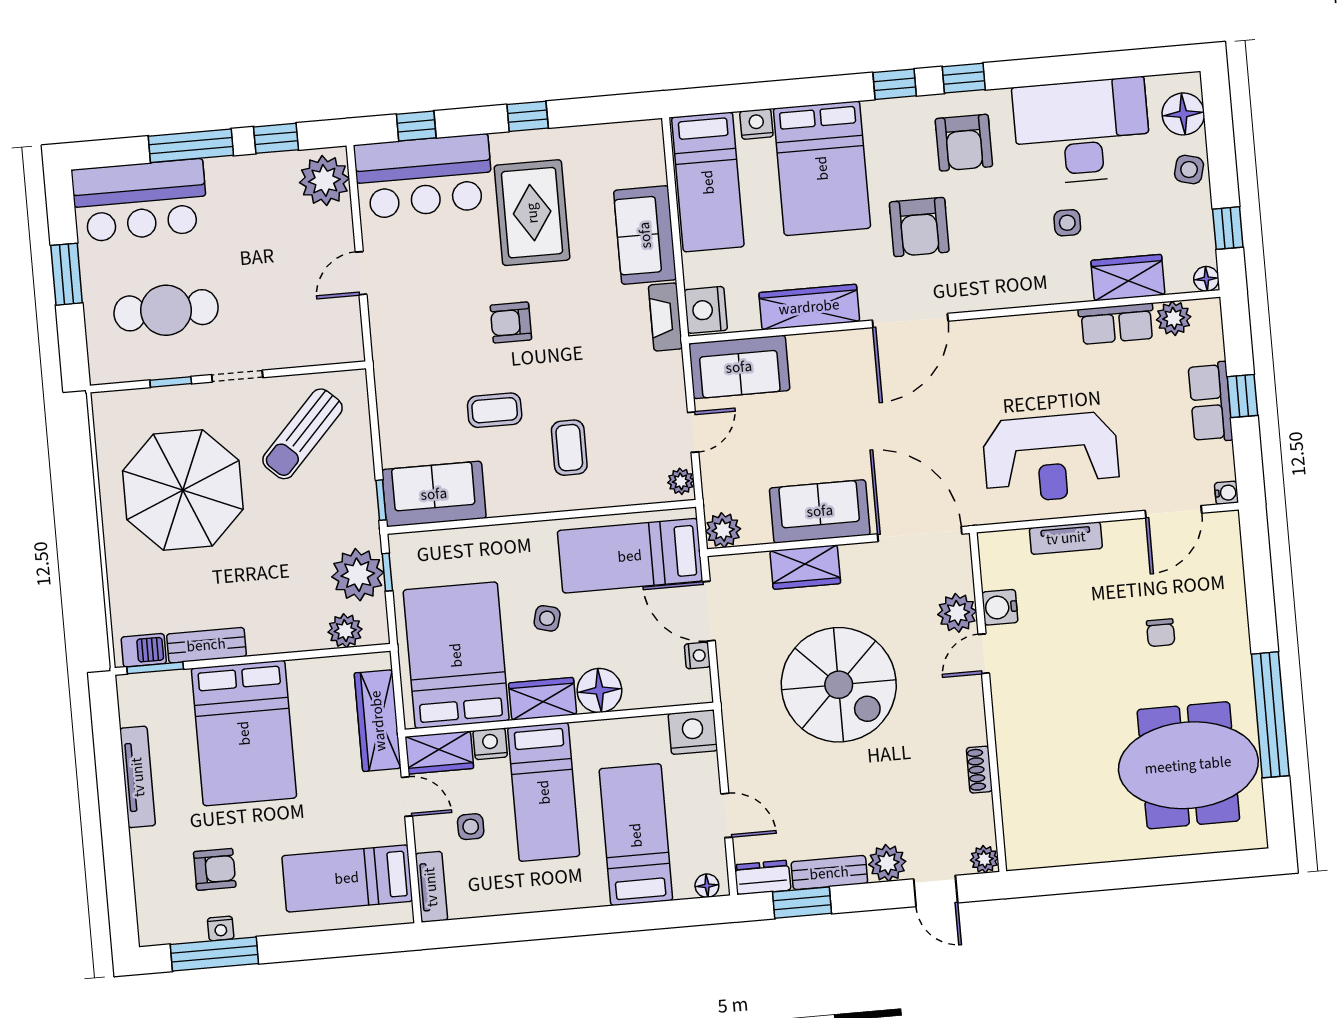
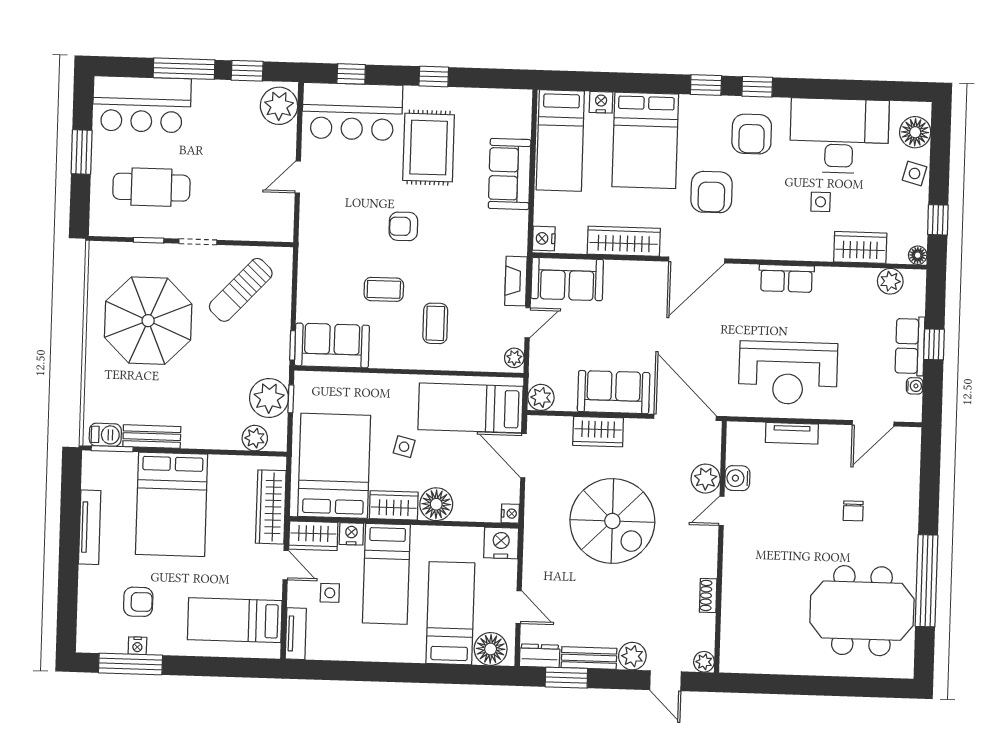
nightstand: (706, 310) -> (544, 238), width x0.74, depth x0.75
fireplace: (665, 317) -> (516, 281), moved
row of seats: (1117, 324) -> (786, 278), moved
water cooler: (1226, 493) -> (915, 386), moved
nightstand: (697, 656) -> (510, 514), moved
floor lamp: (707, 886) -> (491, 649), width x1.89, depth x1.89

